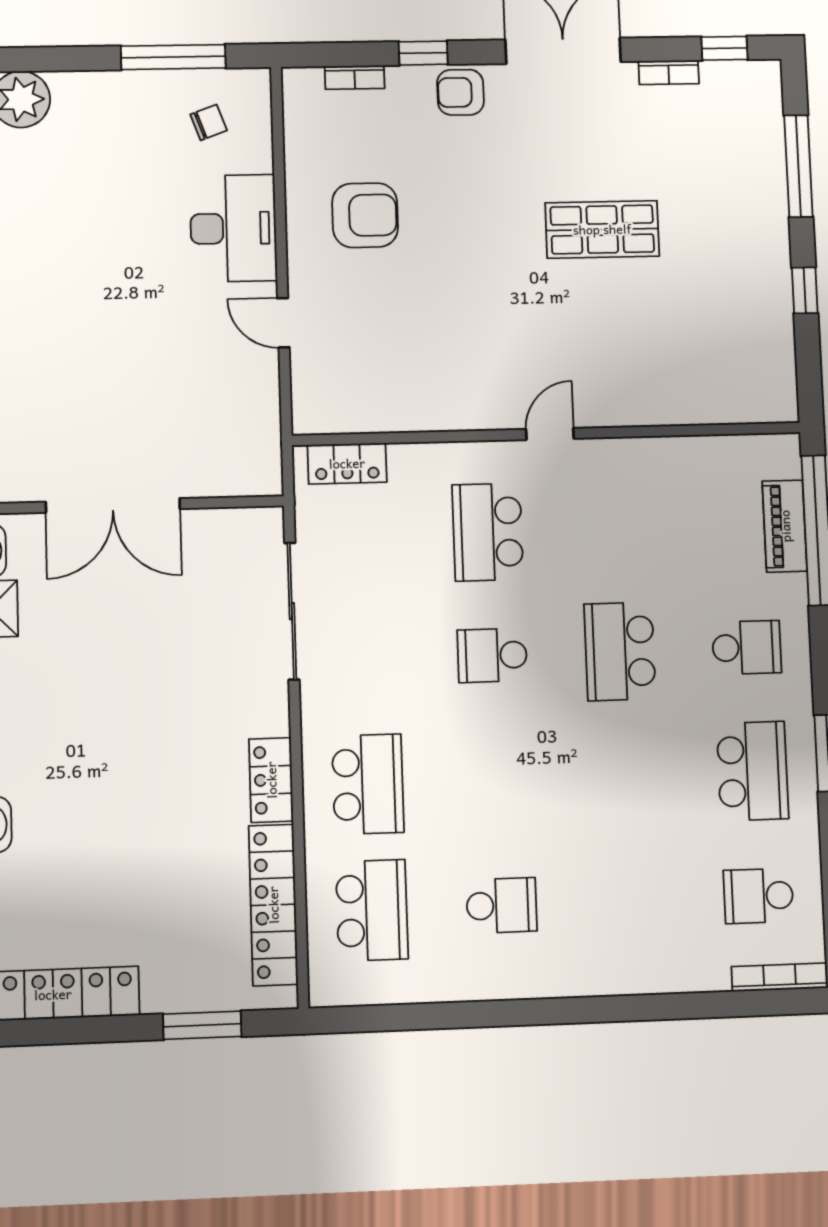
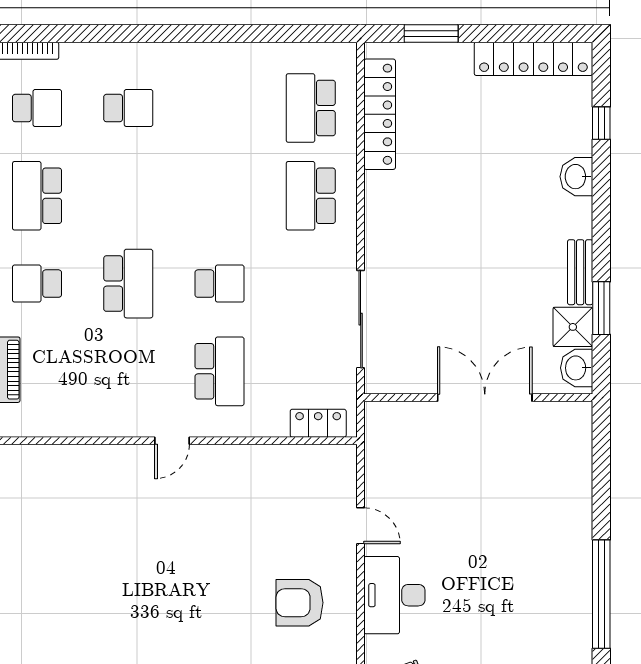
shop shelf: (602, 229) -> (128, 589), removed
locker: (271, 780) -> (379, 201), removed
school desk: (502, 905) -> (128, 108), moved, turned 180

